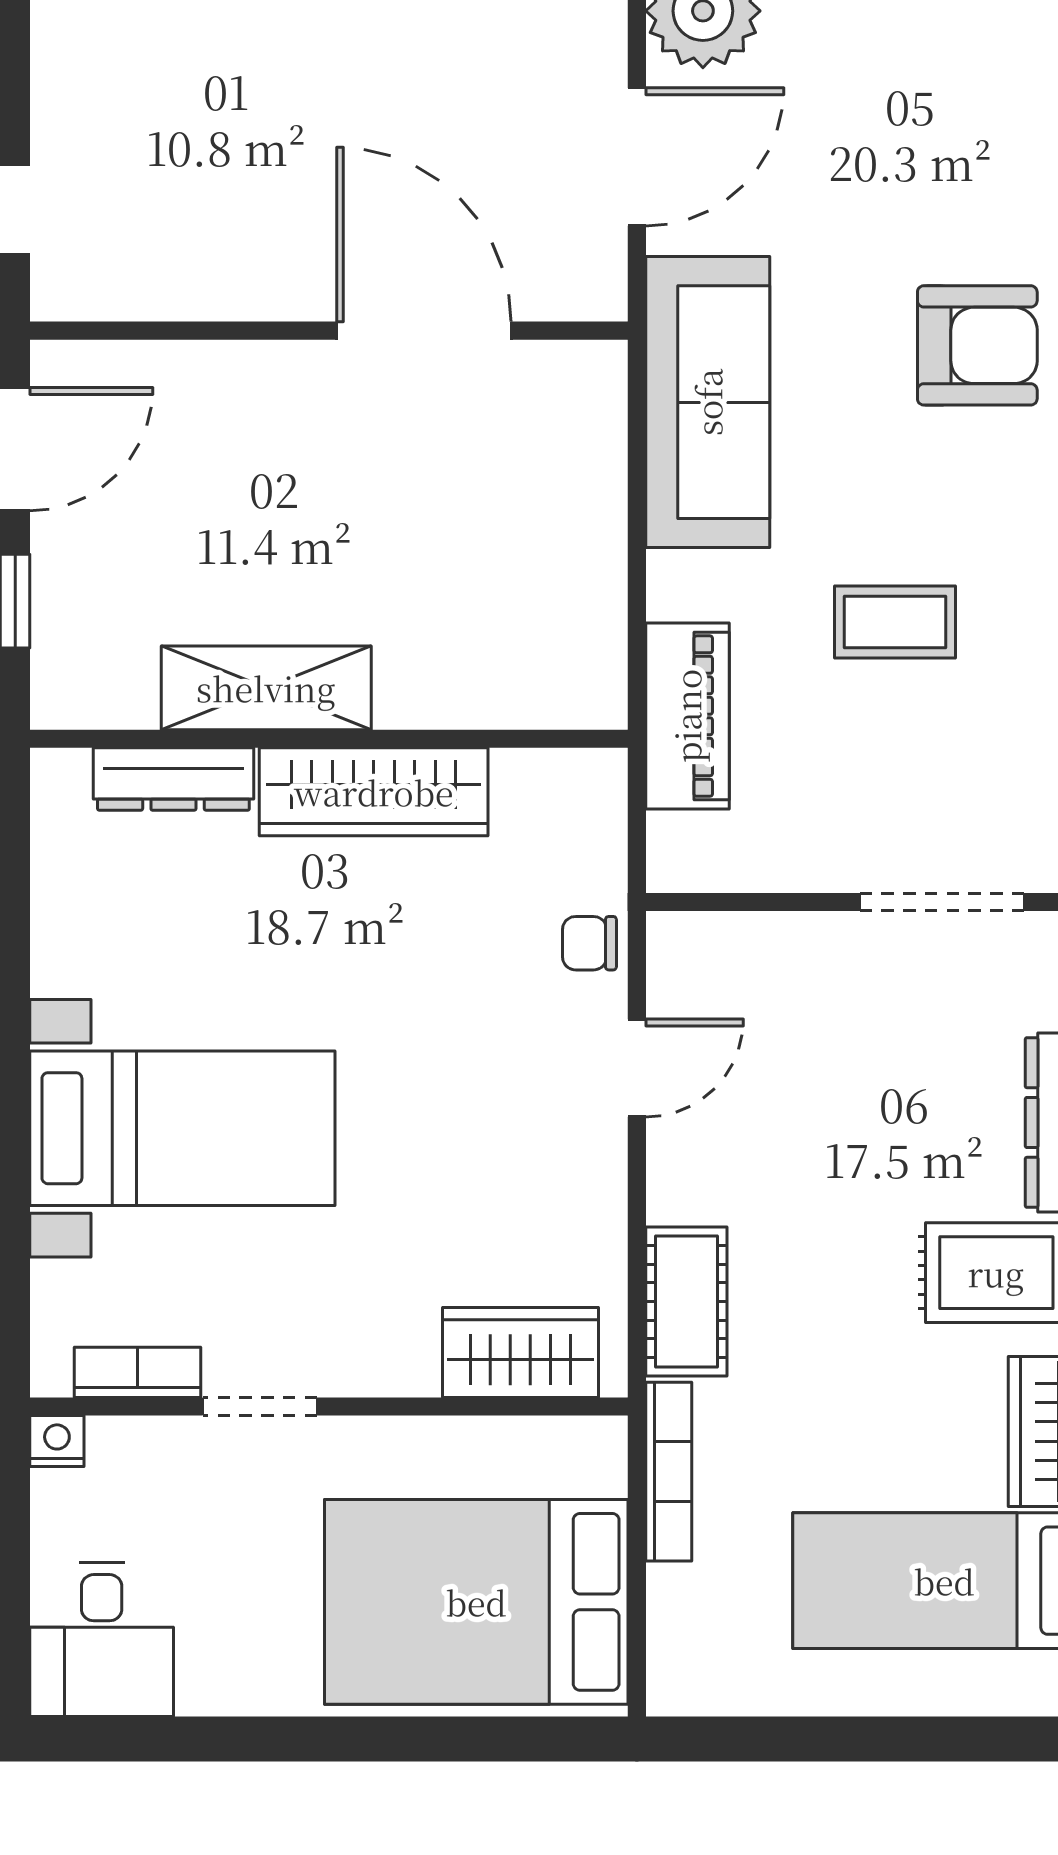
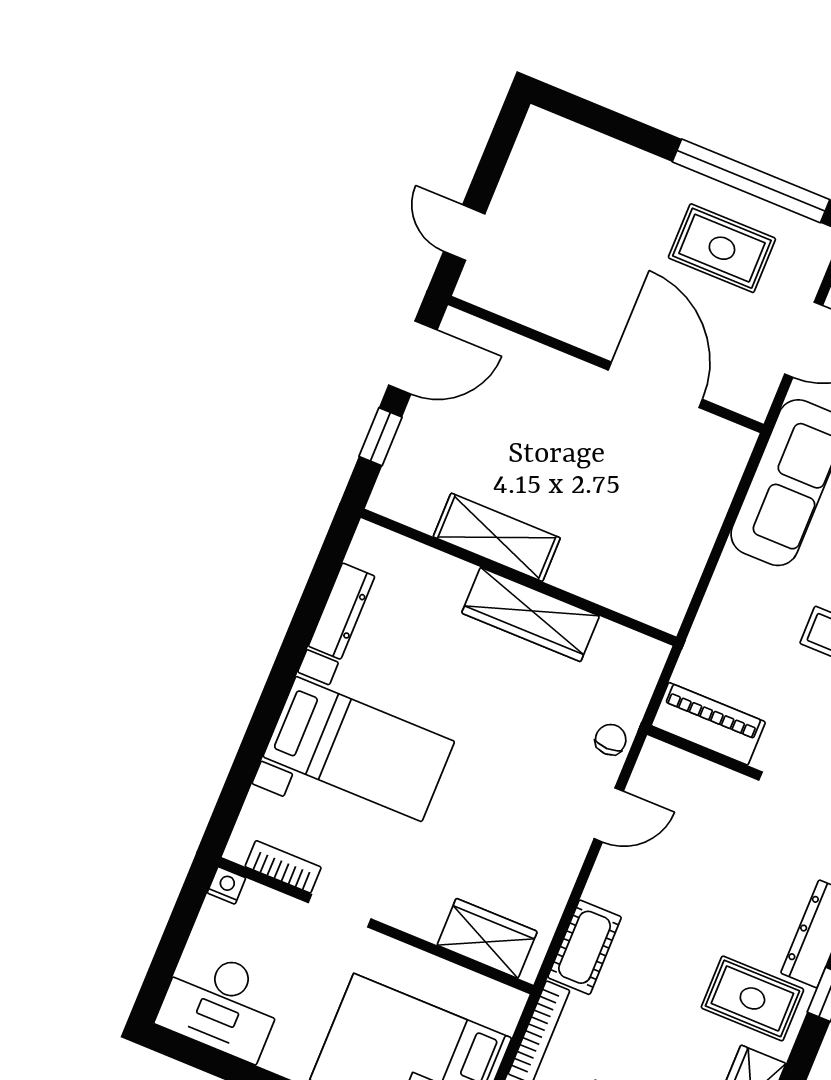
rug: (441, 62) -> (722, 248), added
piano: (687, 716) -> (708, 724), moved, turned -90
dresser: (173, 779) -> (342, 611), moved, turned -90
chair: (589, 943) -> (611, 740), turned 90
desk: (102, 1639) -> (221, 1004), width x1.37

